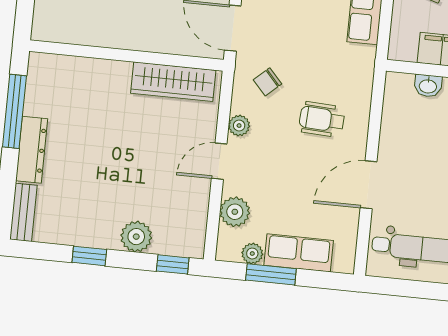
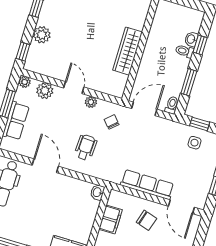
wardrobe: (173, 82) -> (128, 51), moved
washbasin: (428, 86) -> (97, 192), moved
plant: (252, 254) -> (25, 82), moved

